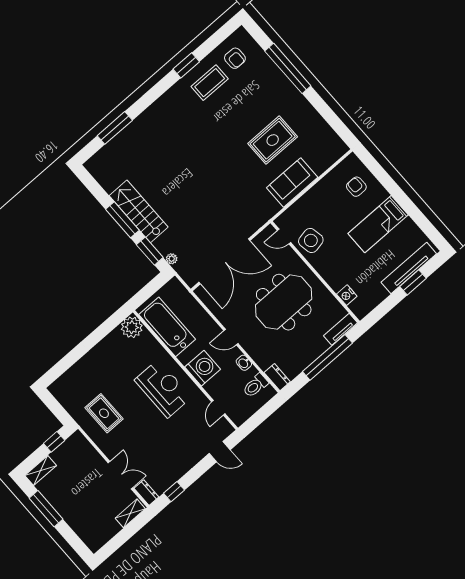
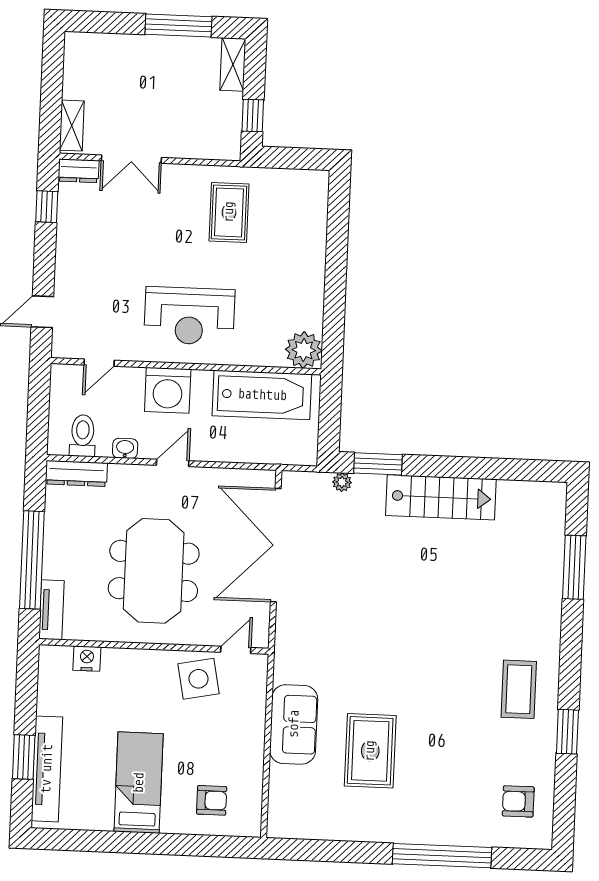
coffee table: (210, 83) -> (519, 689), moved
window: (122, 220) -> (450, 467), removed
dresser: (277, 377) -> (76, 473), width x1.44
door: (218, 408) -> (99, 363), swing flipped
rug: (104, 413) -> (229, 212), turned 90

